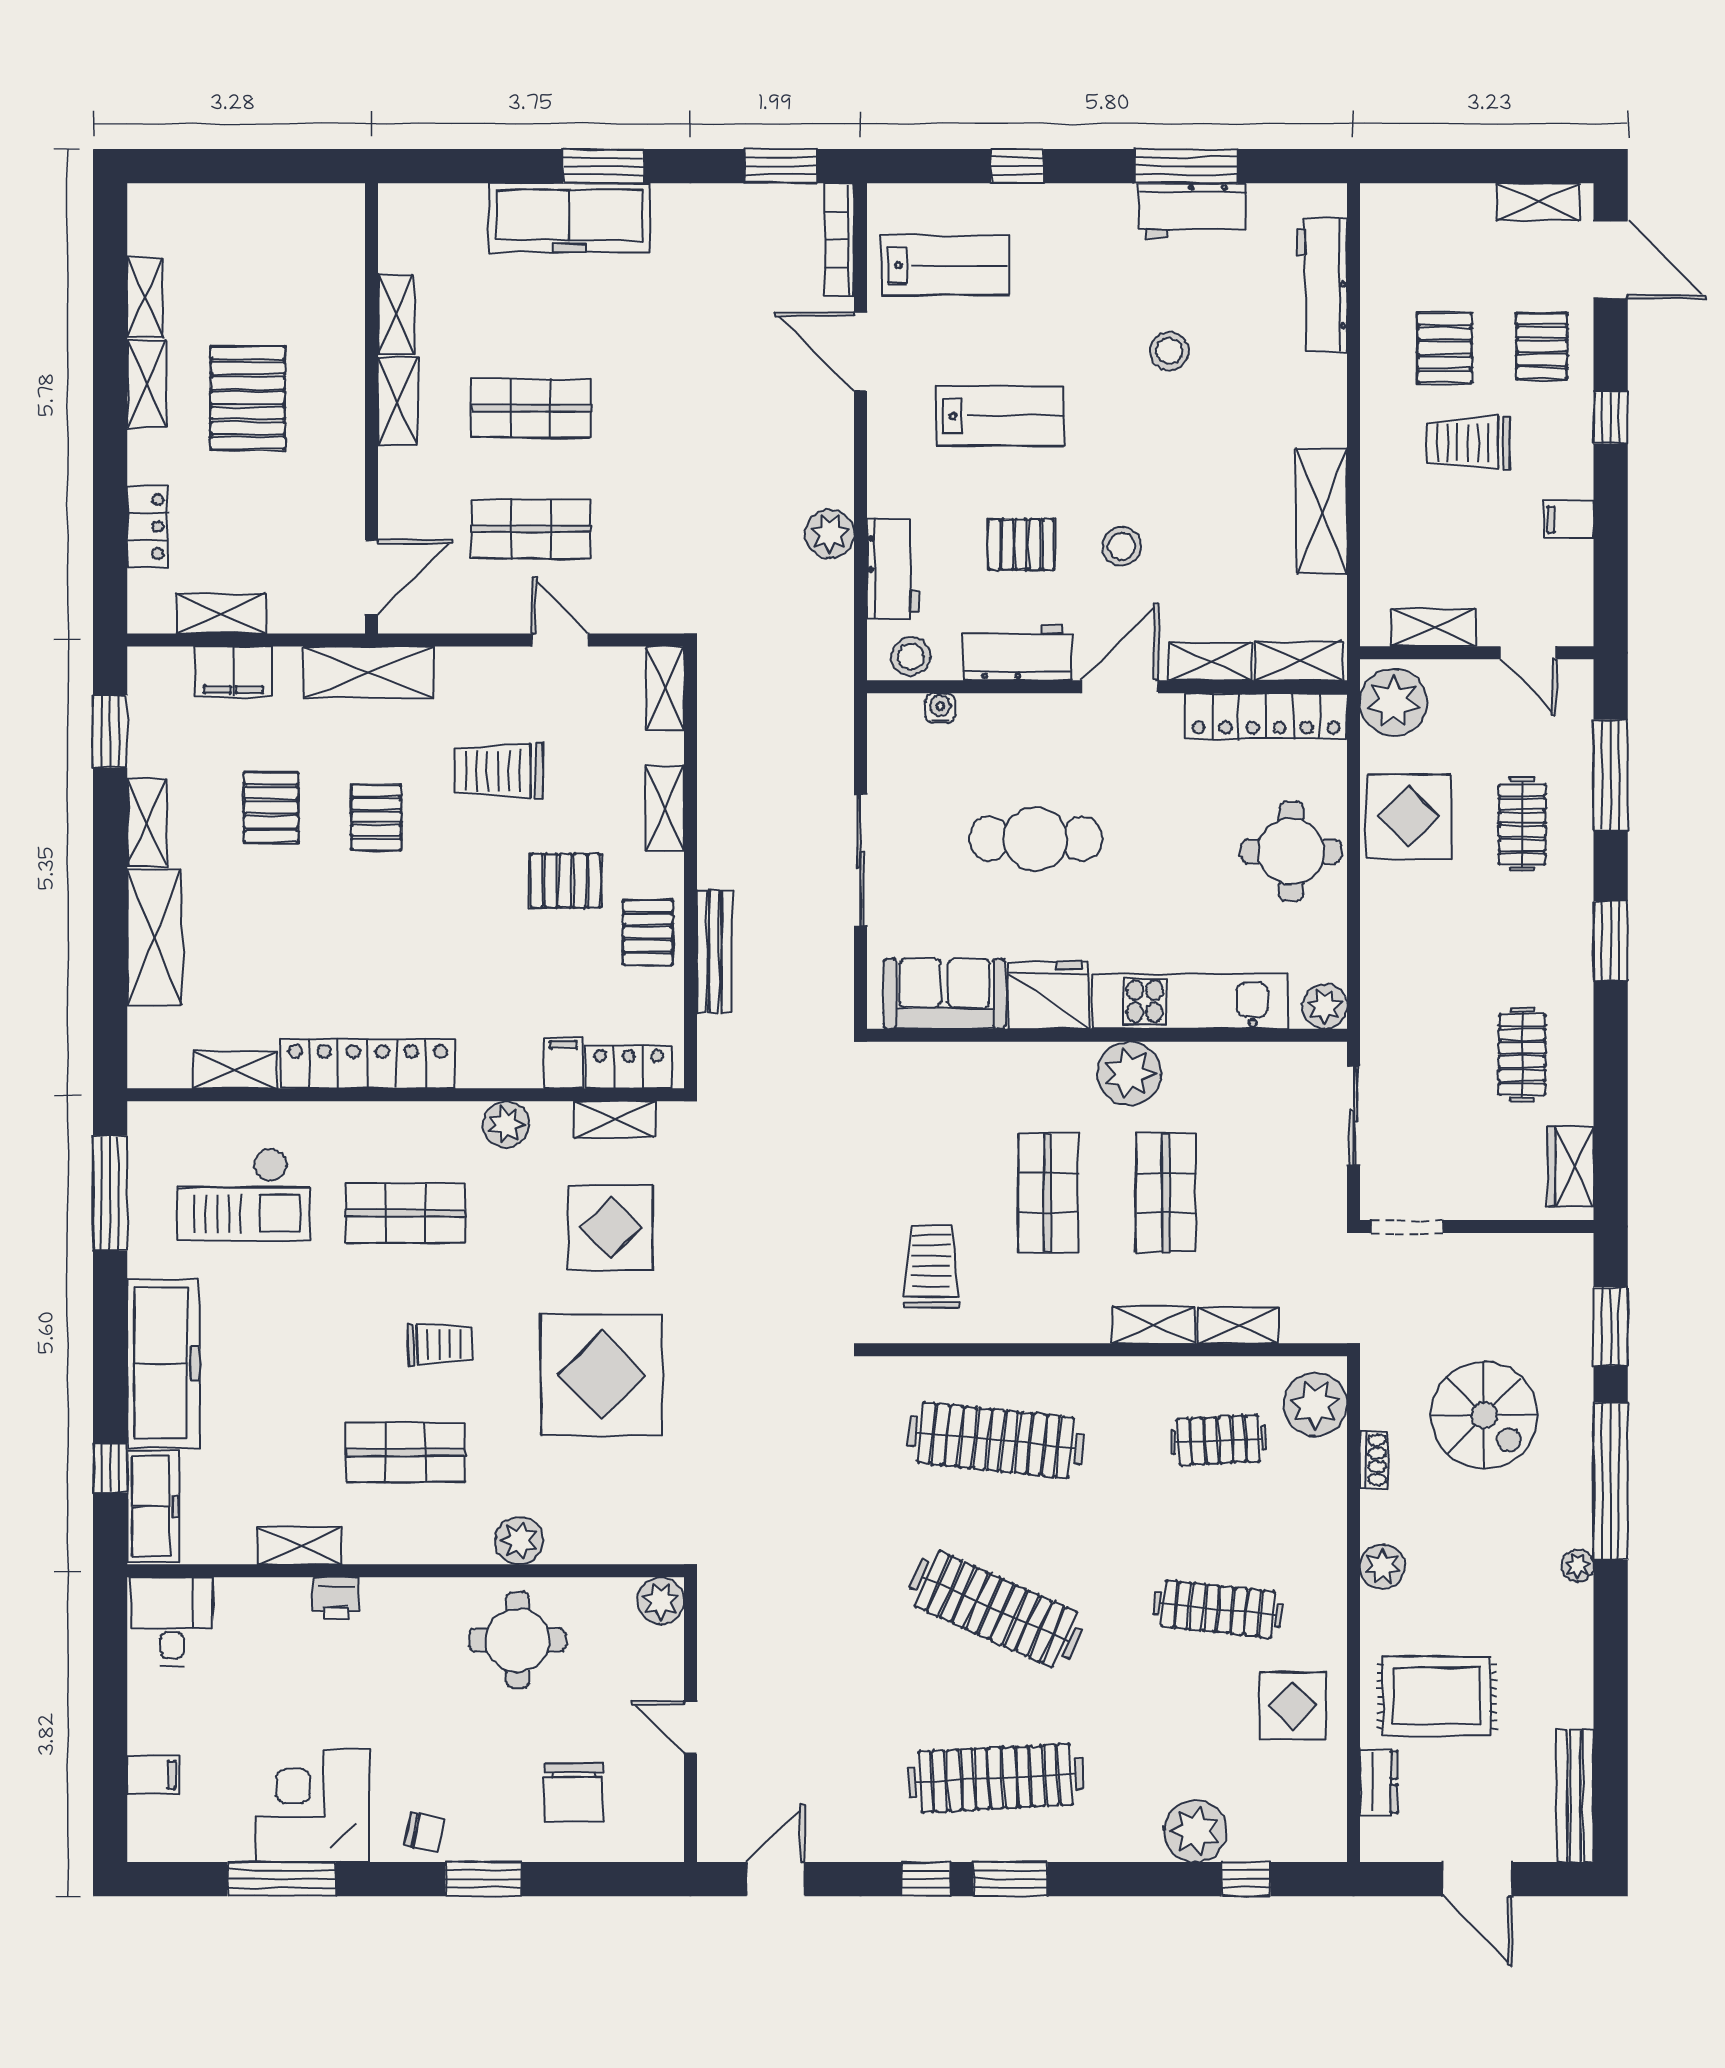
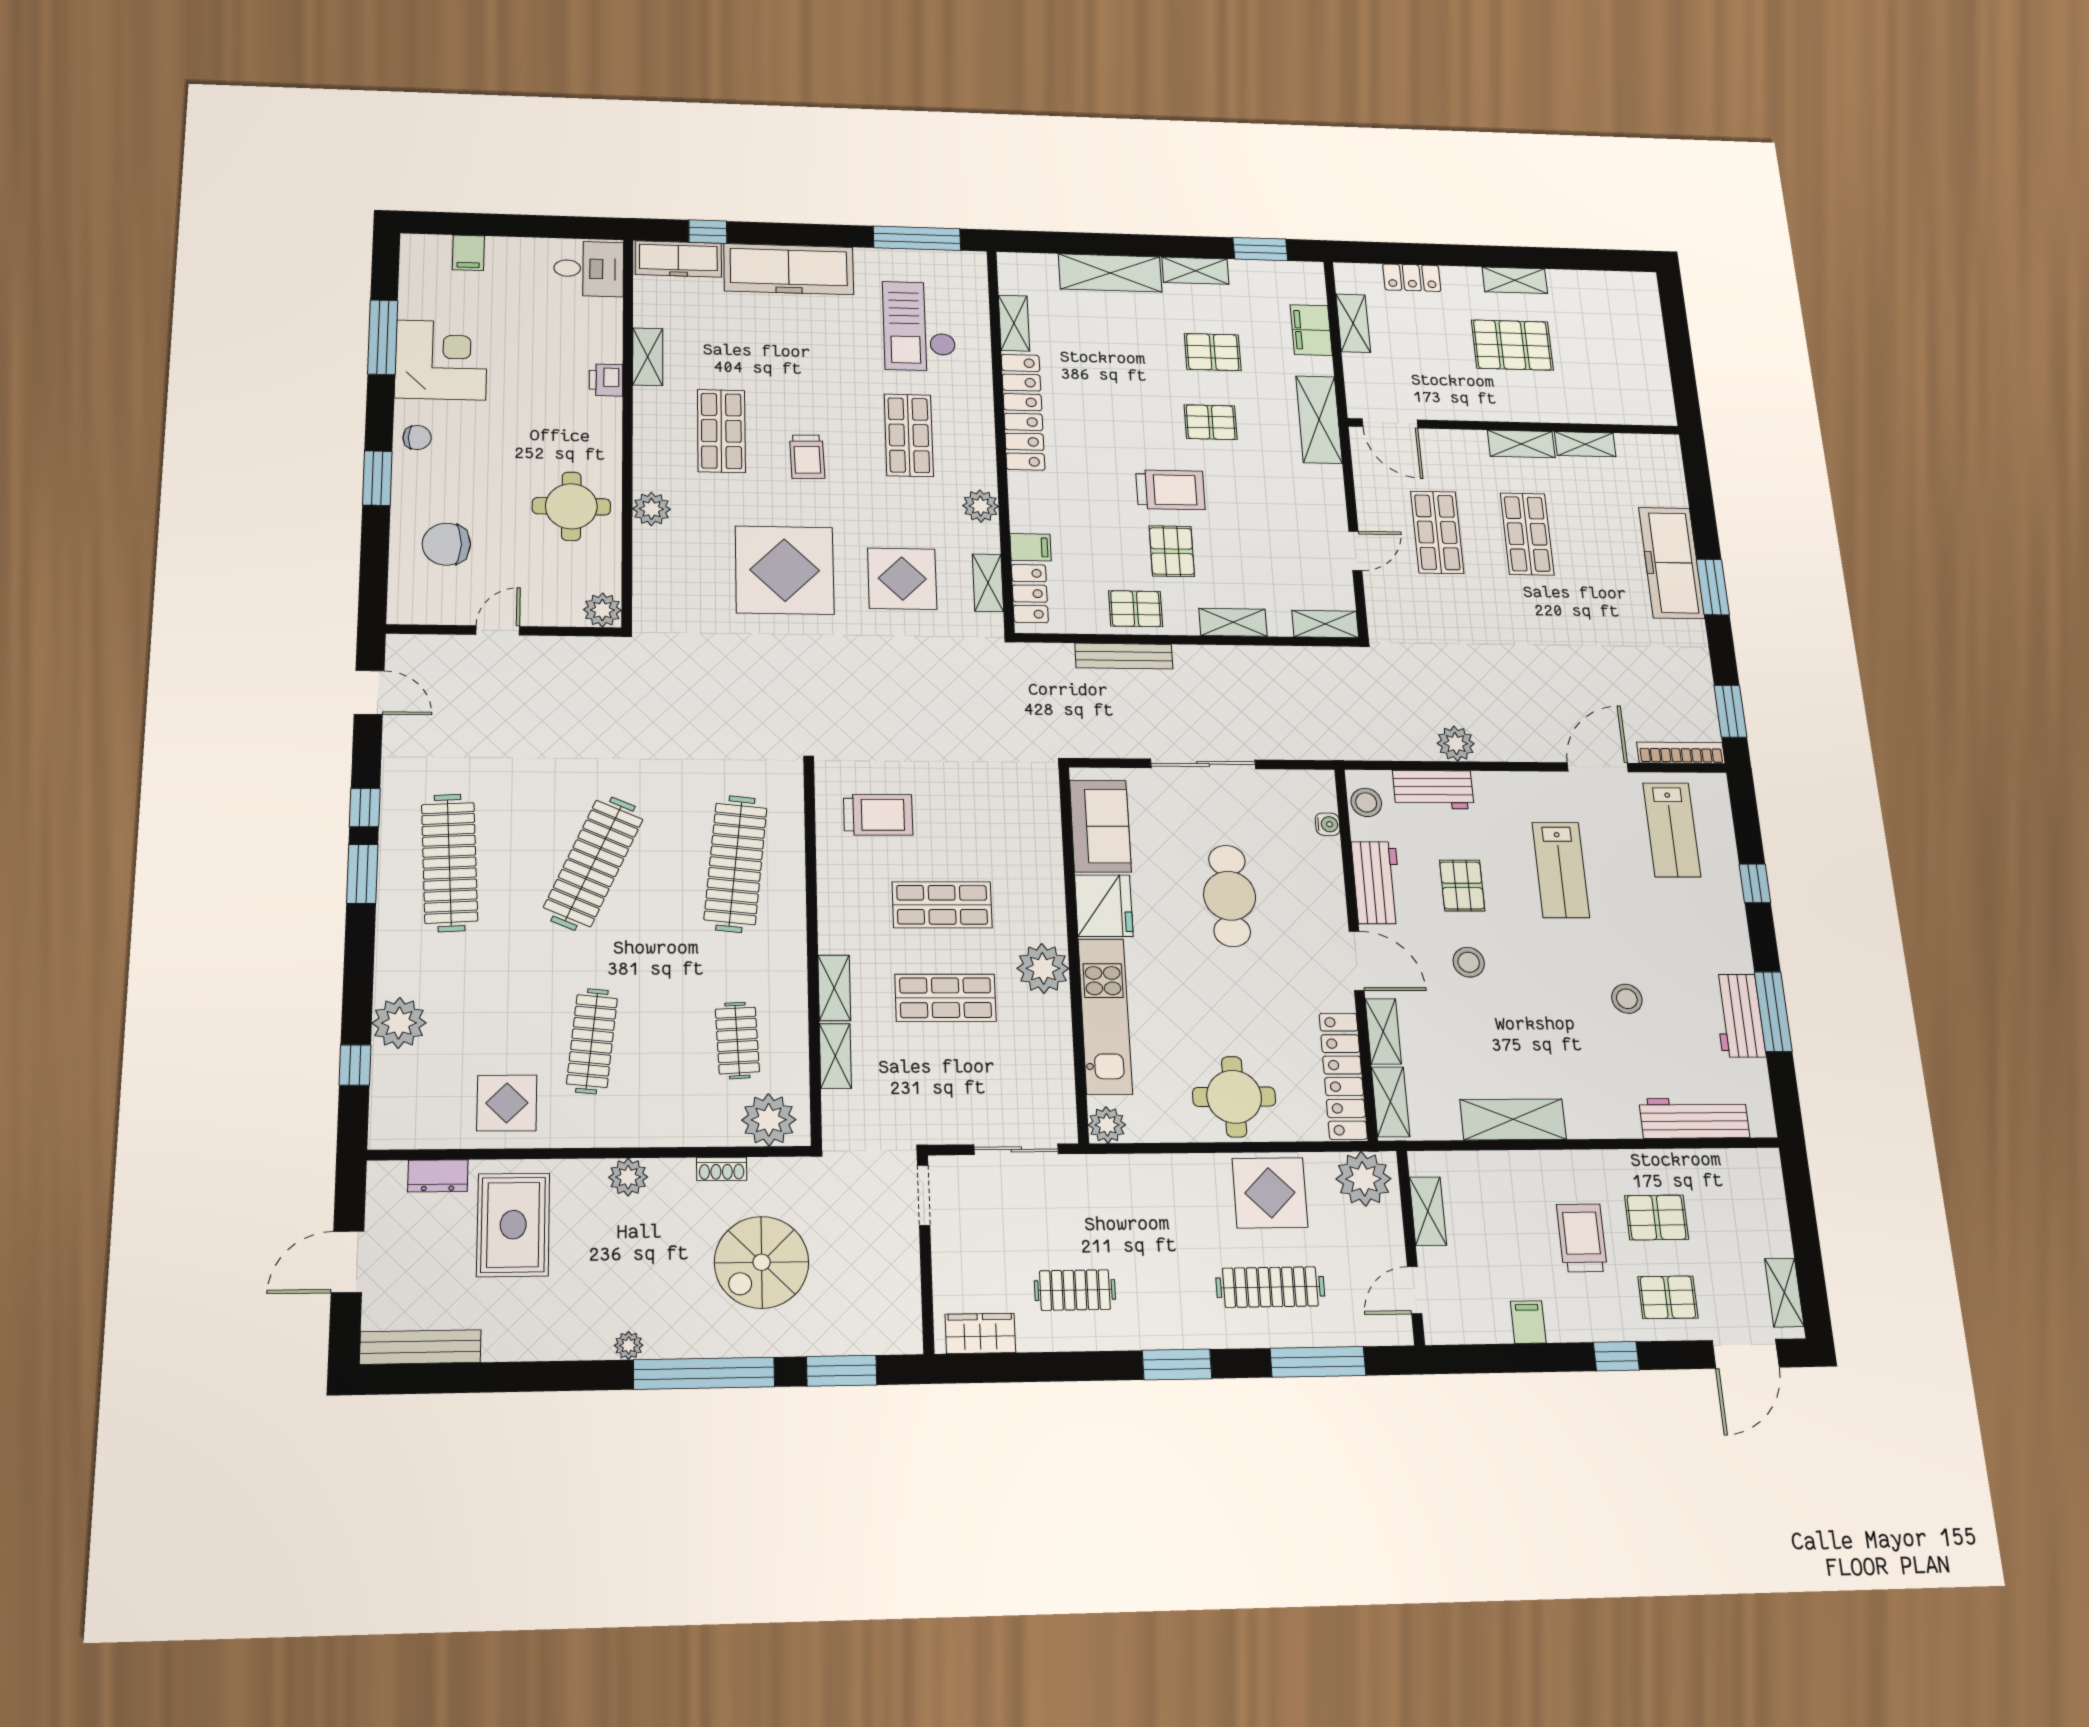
shelving: (145, 297) -> (1577, 281), removed
trolley: (499, 771) -> (1170, 490), moved, turned 90
clothes rail: (1522, 825) -> (1270, 1287), width x1.36
chair: (425, 1832) -> (417, 438), turned -101

